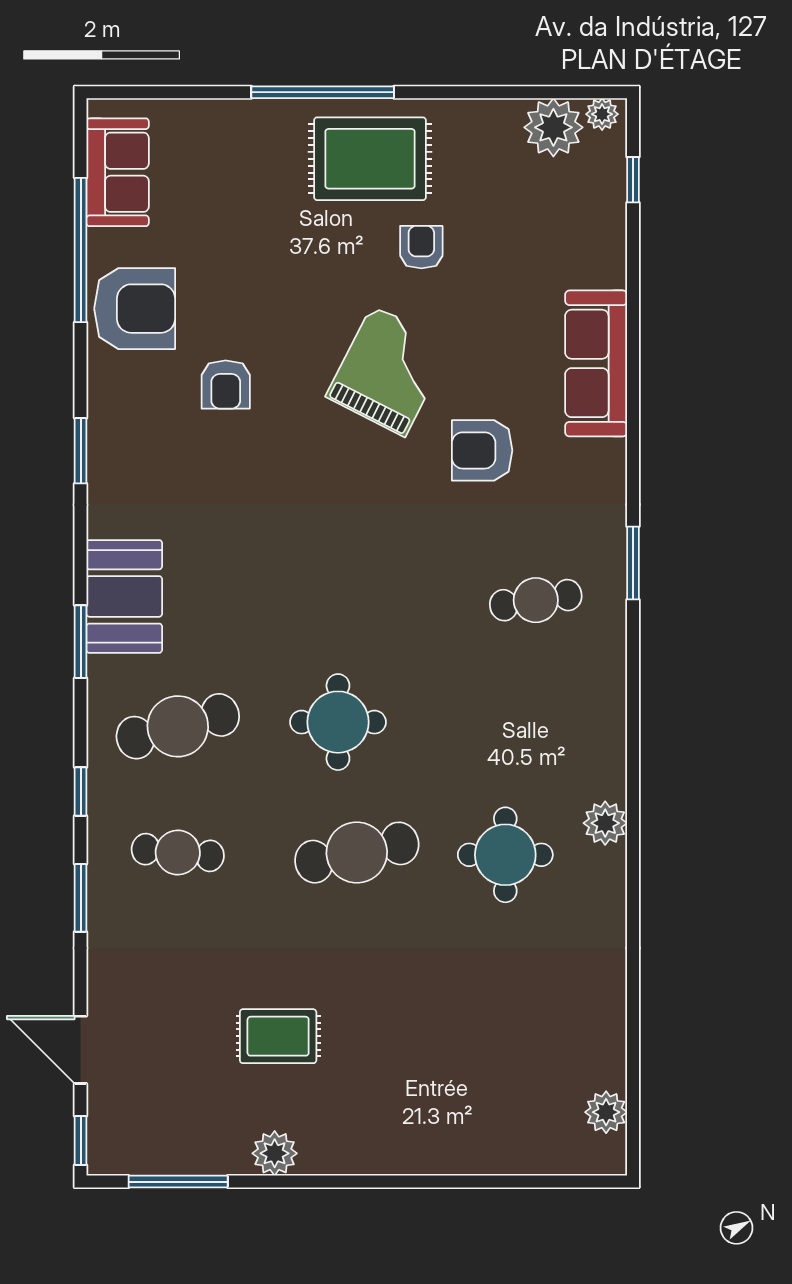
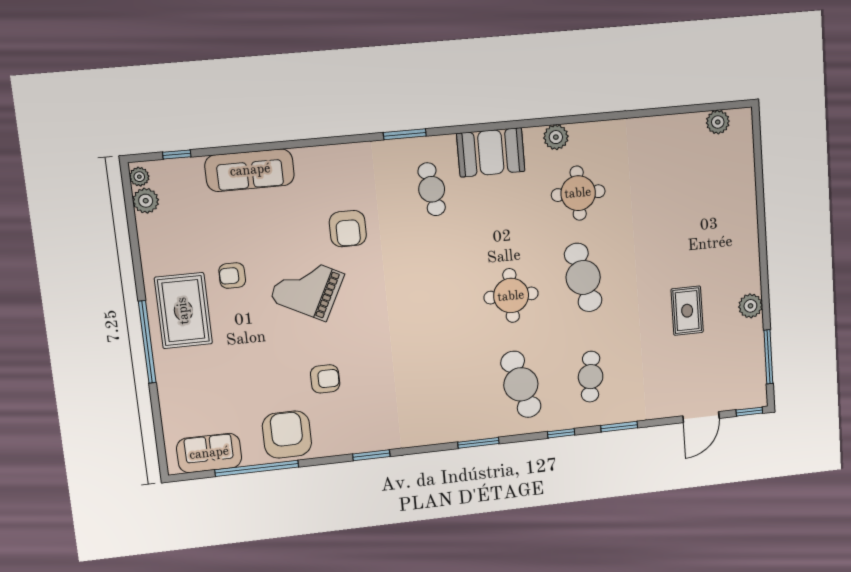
plant: (553, 127) -> (146, 201), width x0.73, depth x0.73
sofa: (596, 363) -> (250, 170), moved
booth: (124, 596) -> (491, 152), moved

